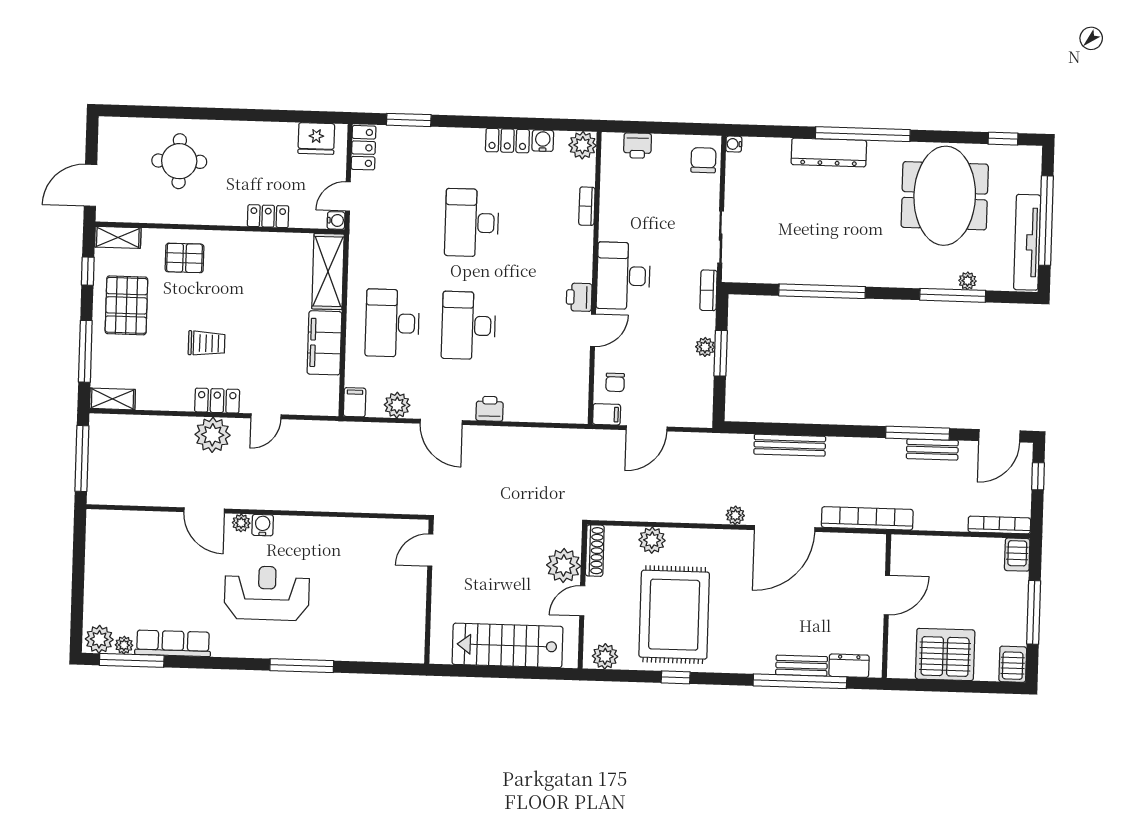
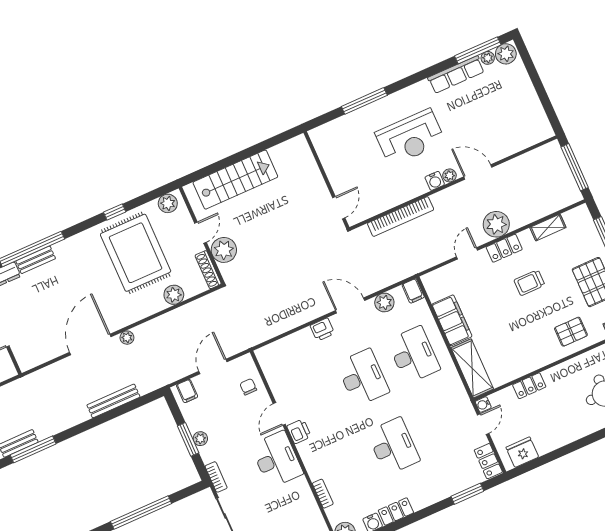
shelving: (112, 399) -> (548, 227), moved
filing cabinet: (607, 414) -> (187, 391), moved, turned -90
bookcase: (867, 518) -> (401, 217), moved
door: (430, 550) -> (339, 208), moved
wall: (429, 592) -> (326, 180), moved

